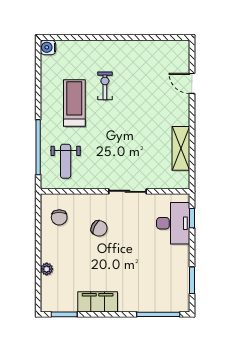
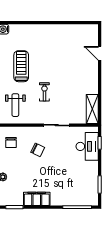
exercise bike: (105, 86) -> (44, 92), moved
shelving: (181, 148) -> (92, 109), moved

